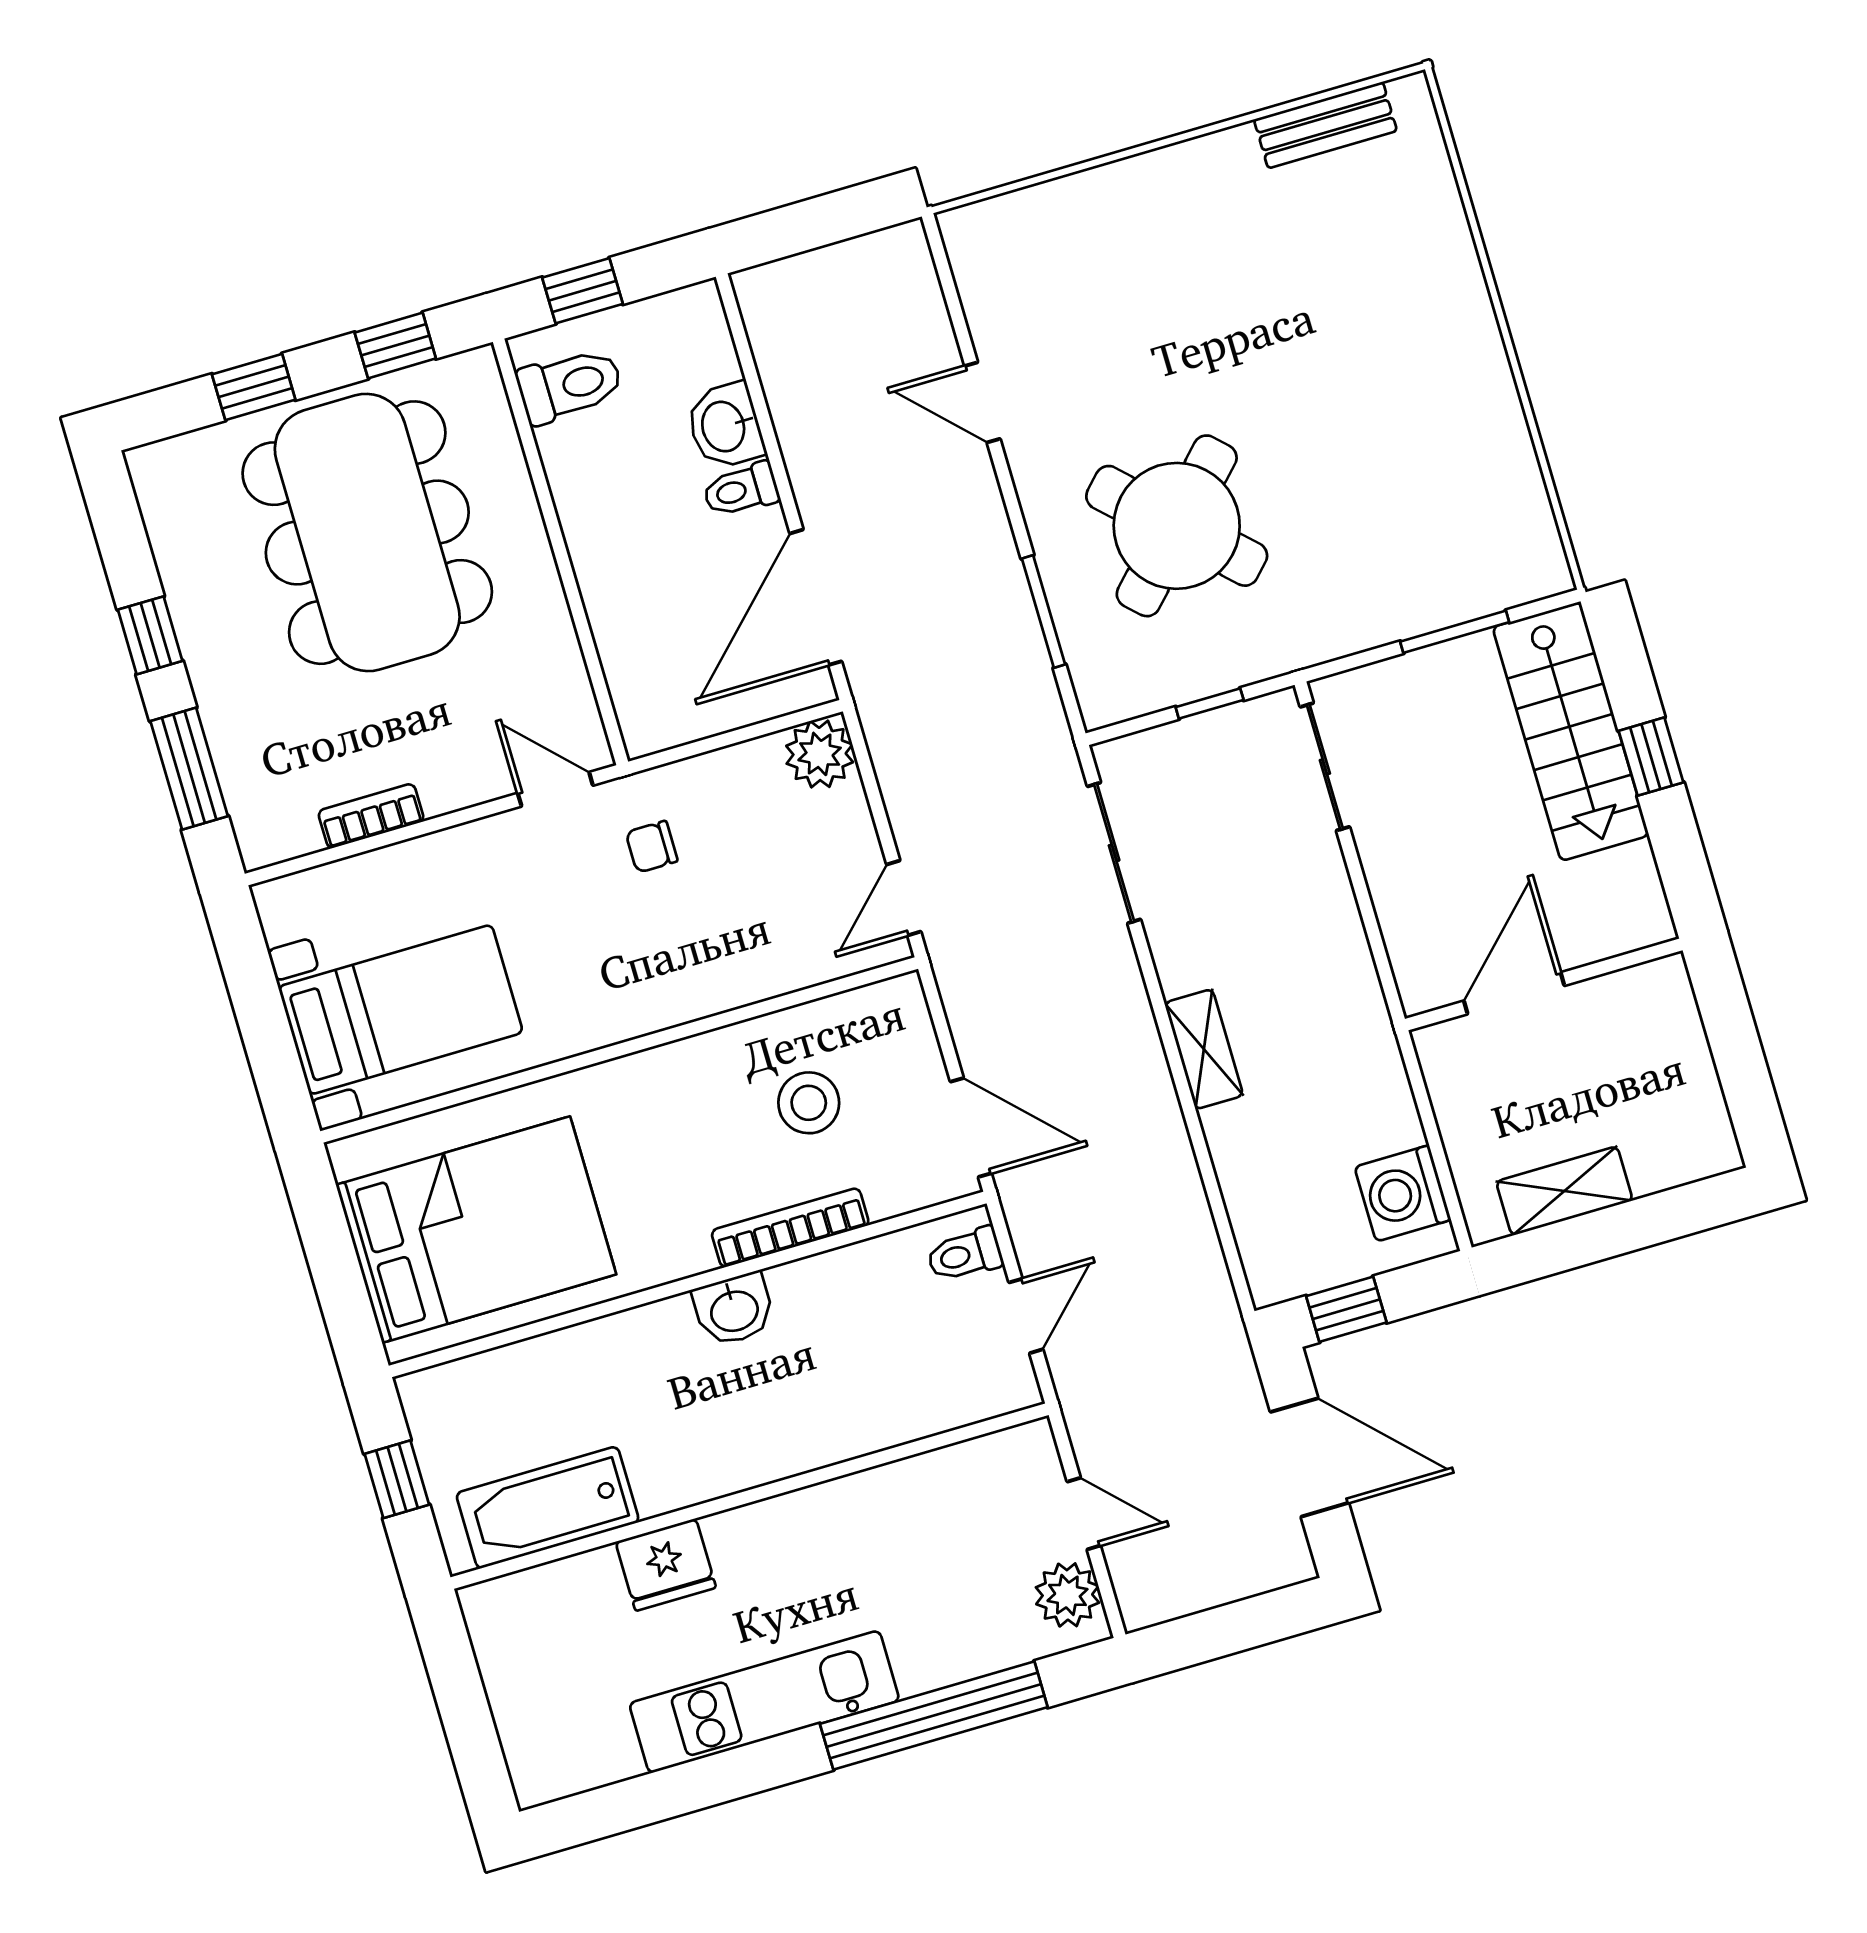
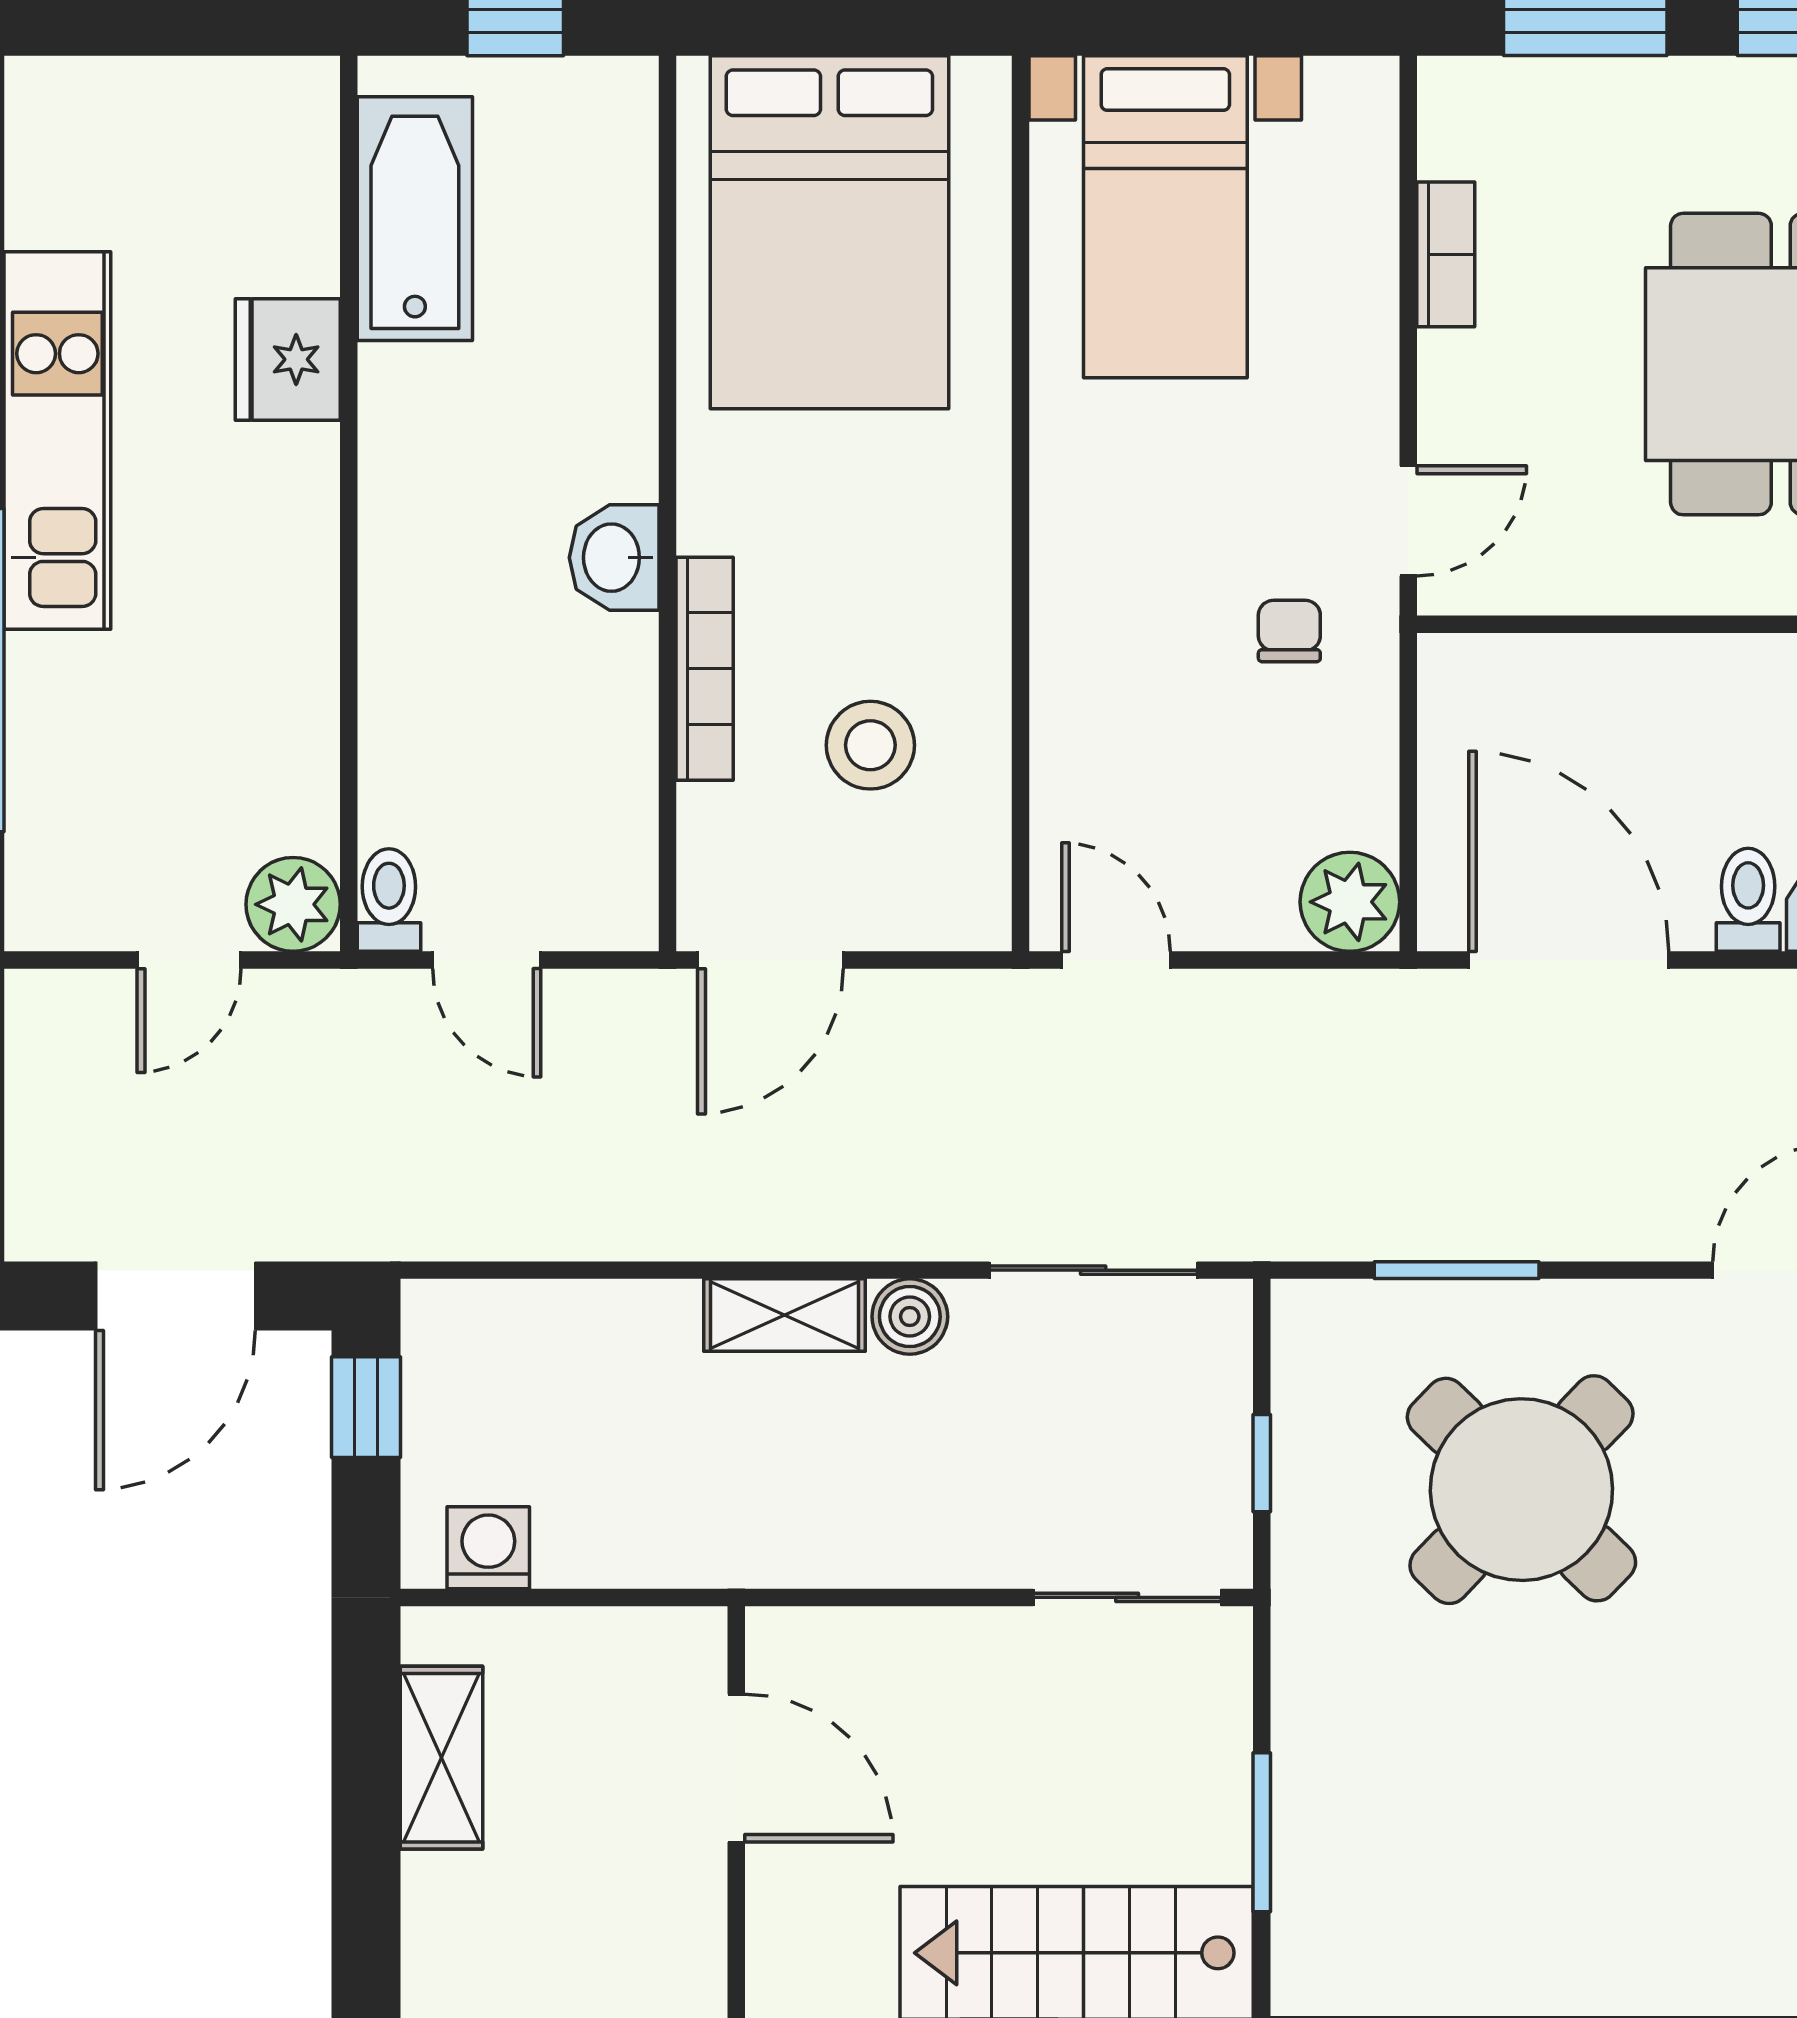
boiler: (1181, 966) -> (910, 1317), added
washing machine: (1403, 1193) -> (488, 1548), width x0.73, depth x0.73
toilet: (965, 1255) -> (389, 900), moved
plant: (1067, 1595) -> (293, 904), moved

